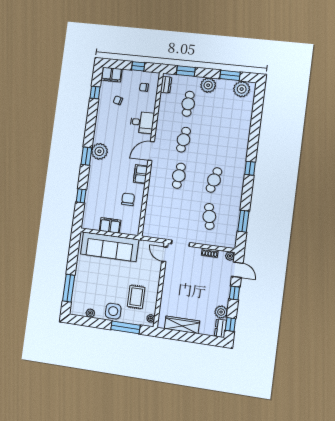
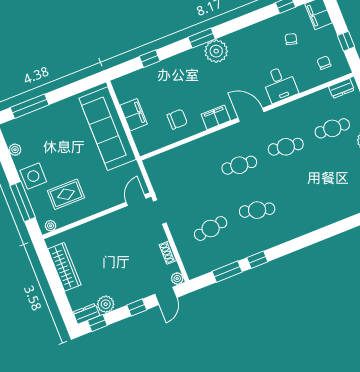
window: (250, 168) -> (257, 260), moved

